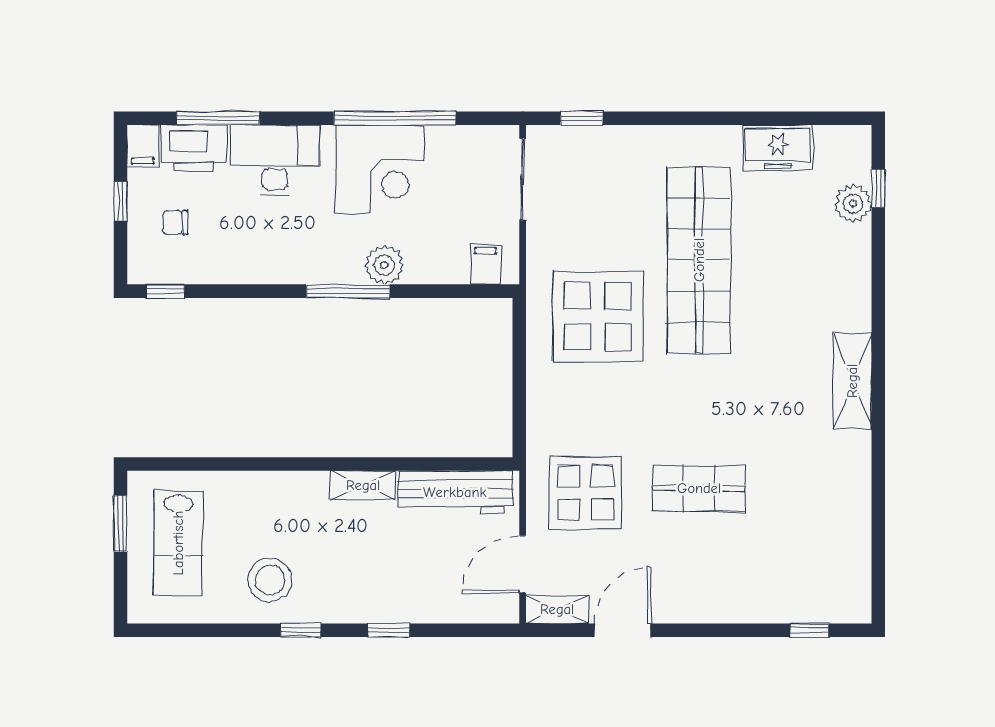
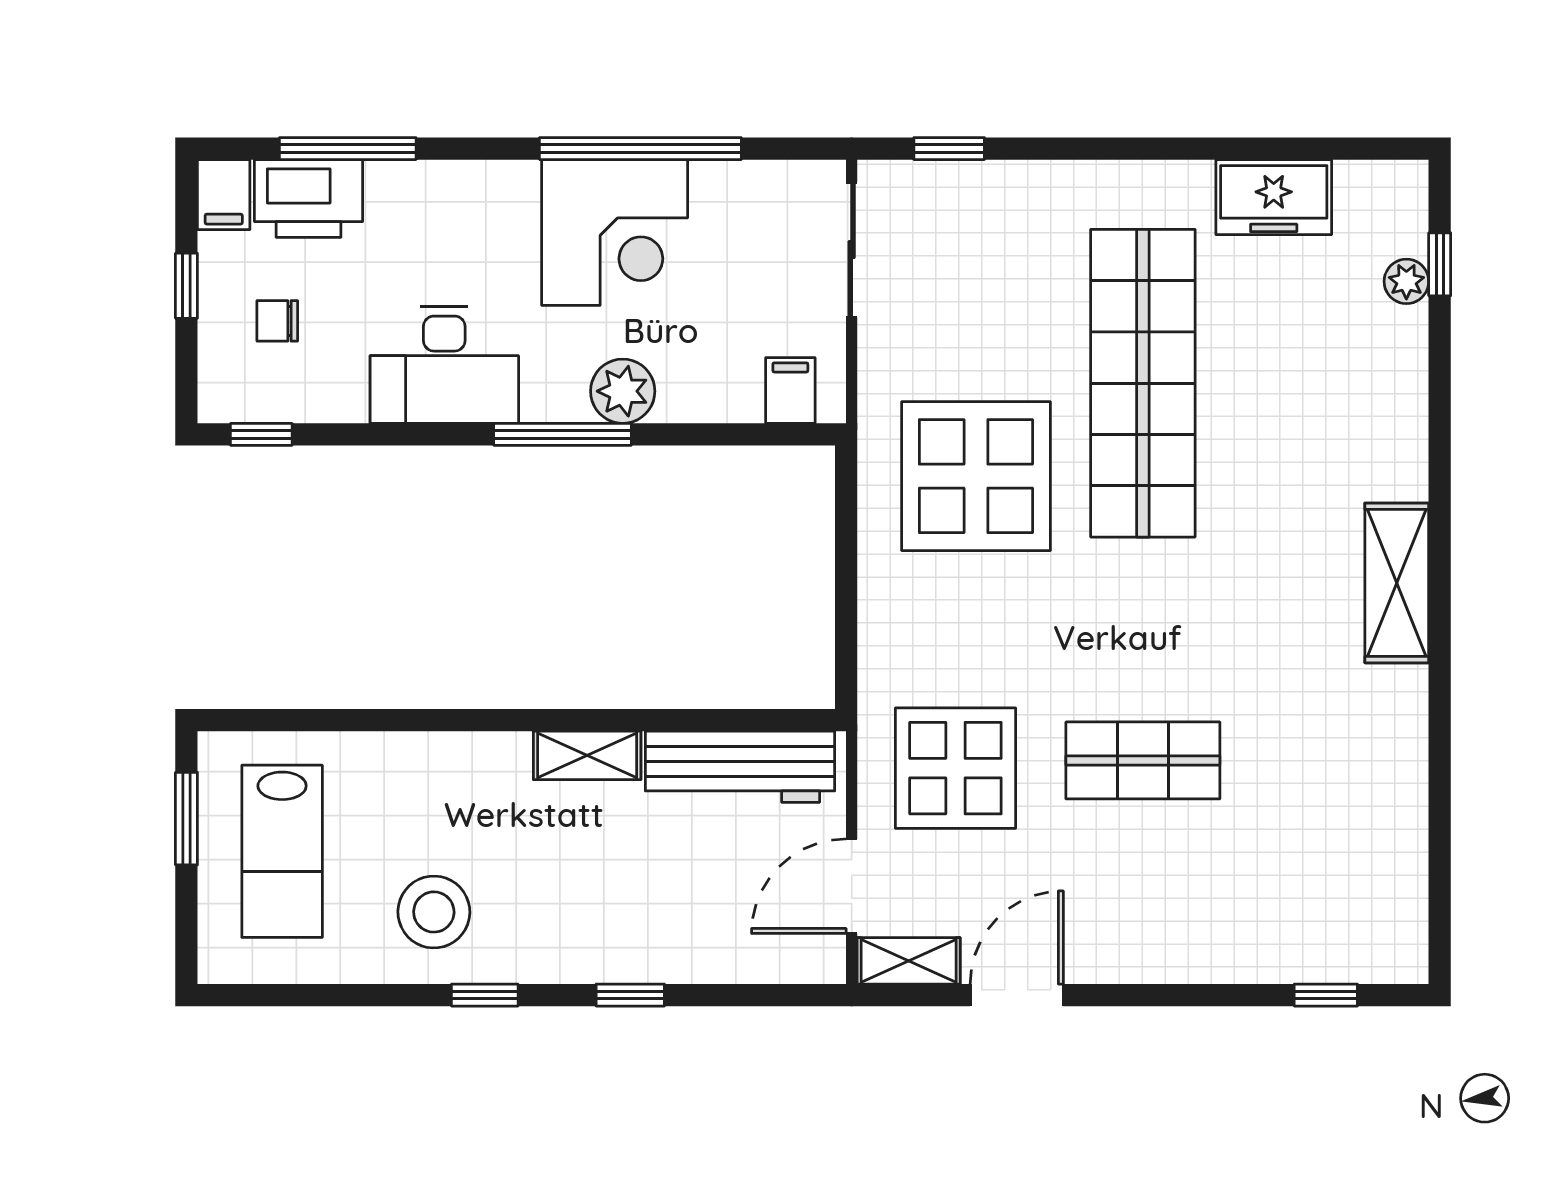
desk: (274, 160) -> (444, 365), moved, turned 180
plant: (853, 204) -> (1406, 281), width x0.73, depth x0.73

